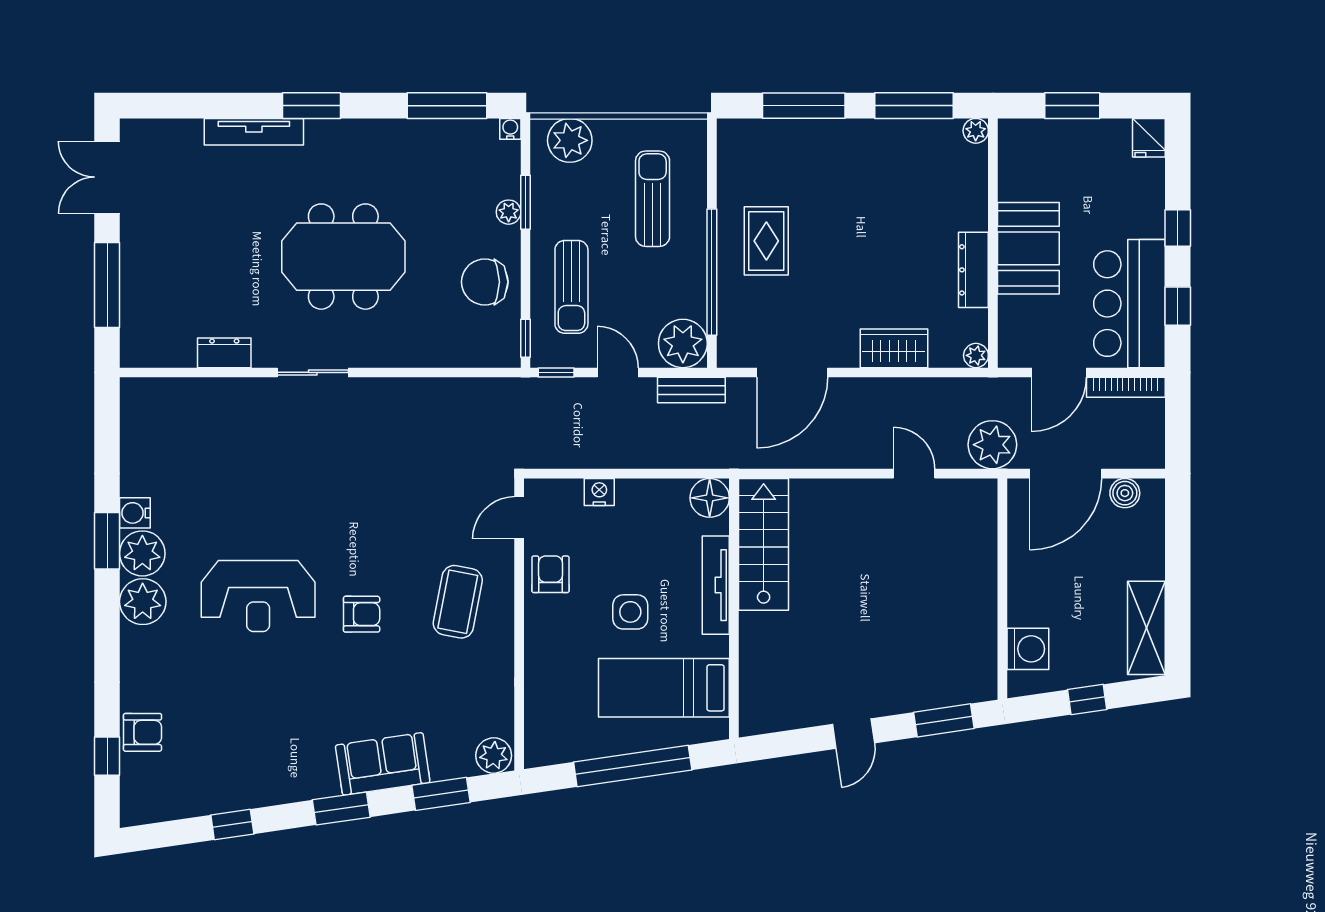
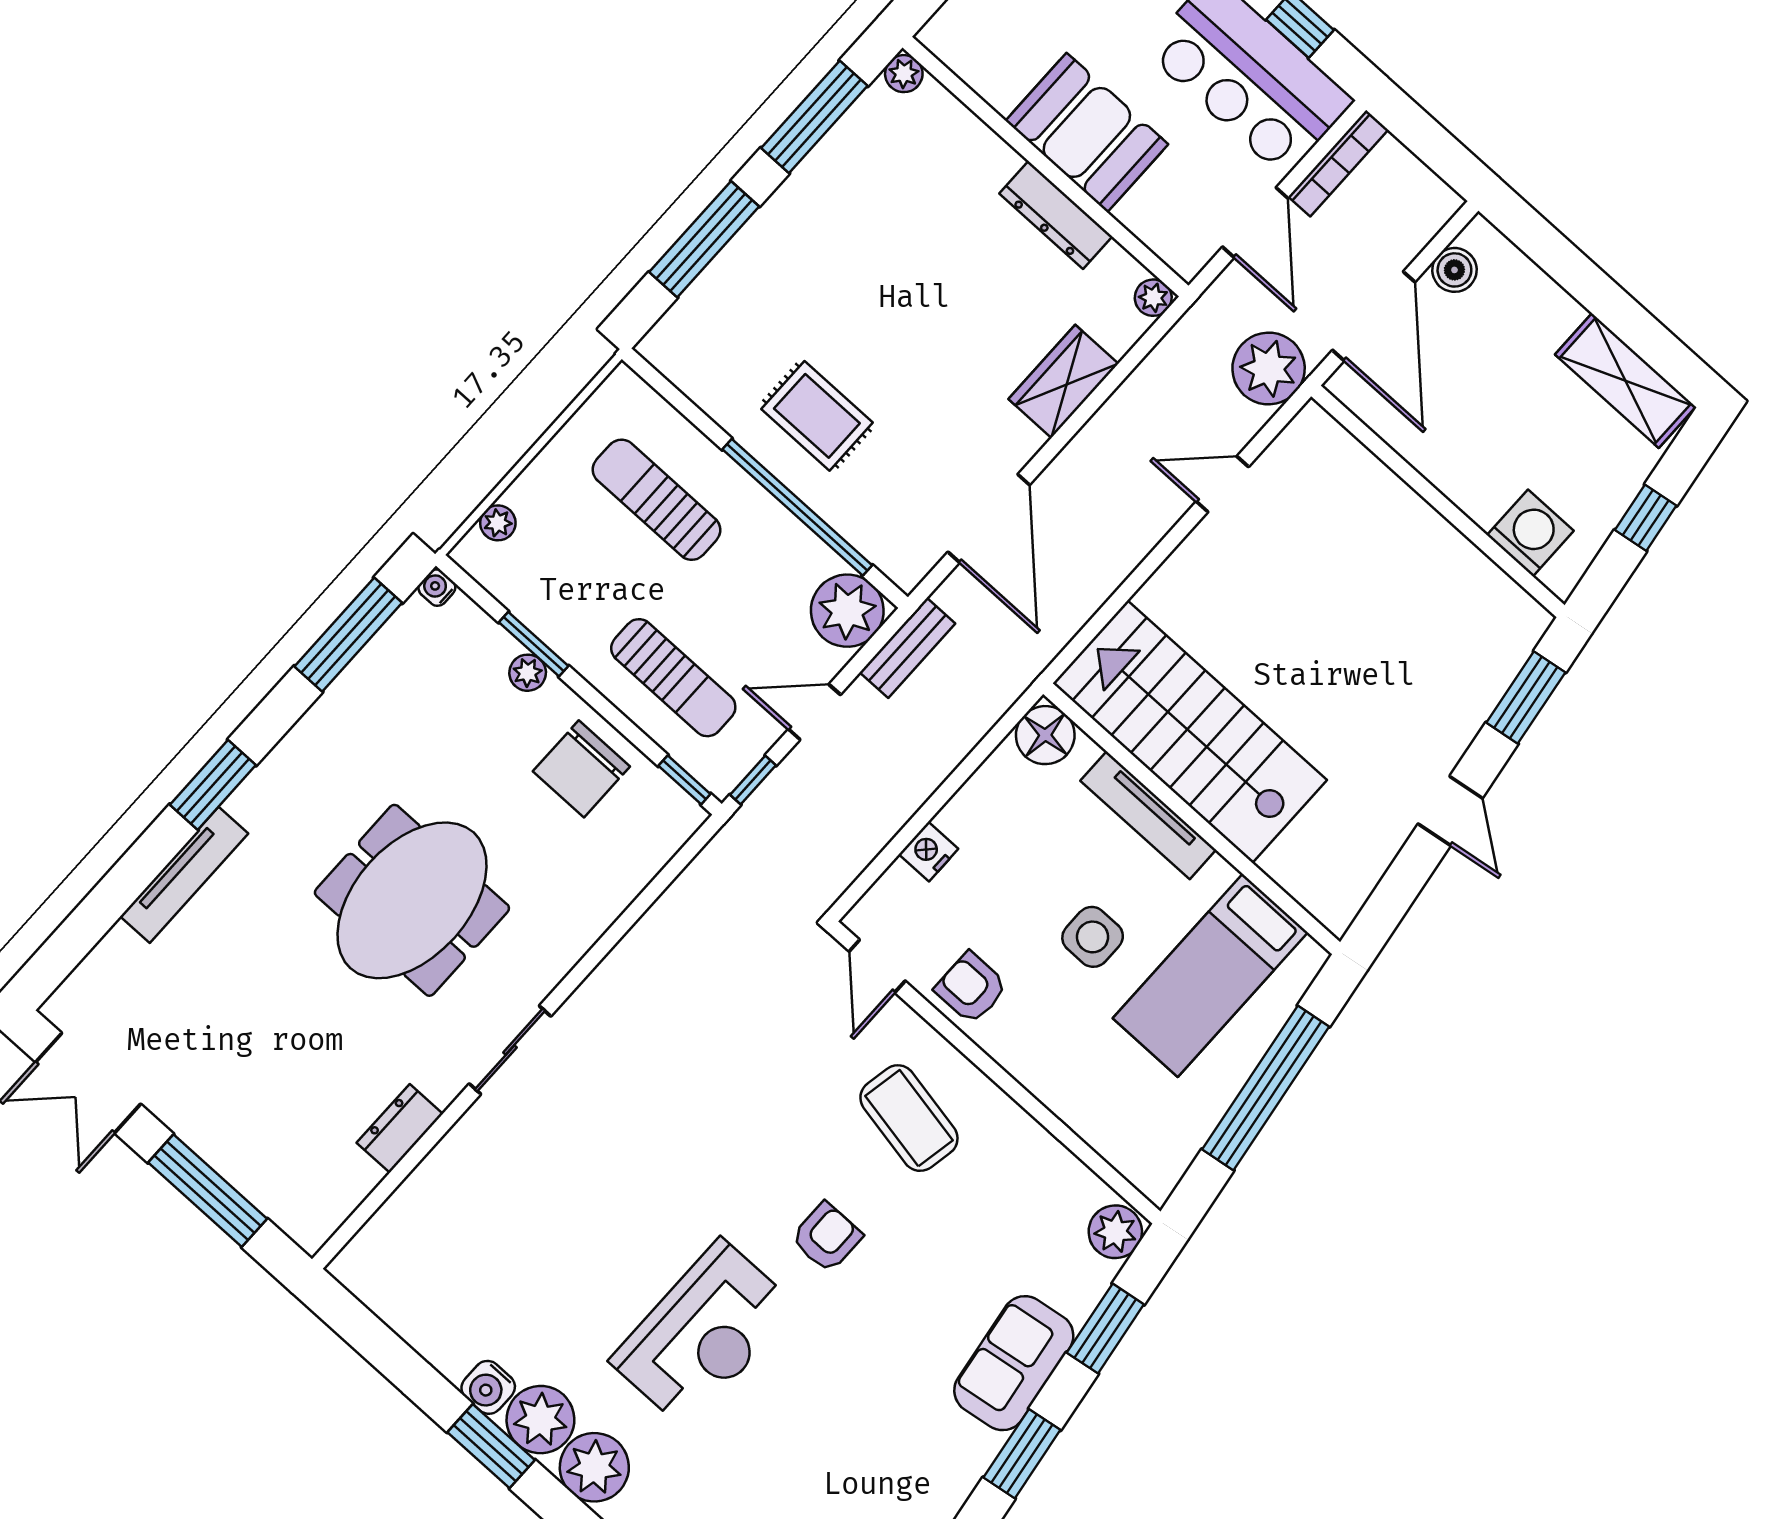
plant: (570, 140) -> (498, 523), width x0.53, depth x0.53
stairs: (764, 544) -> (1190, 732), width x1.36, depth x1.51

